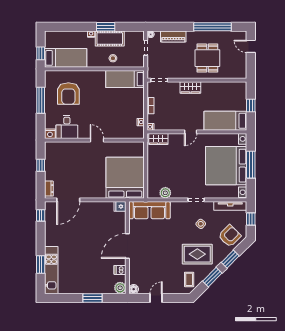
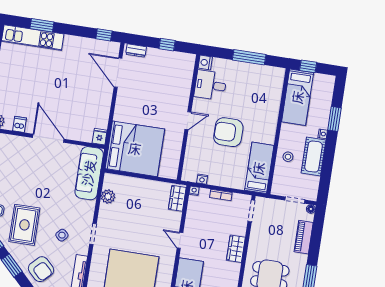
window: (106, 27) -> (334, 119), moved
armchair: (68, 94) -> (228, 132), moved

